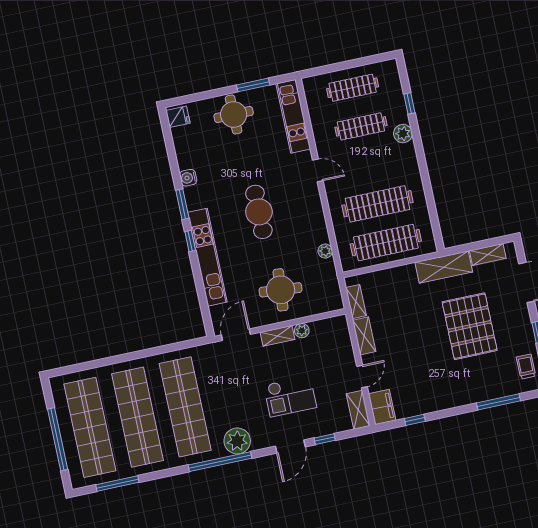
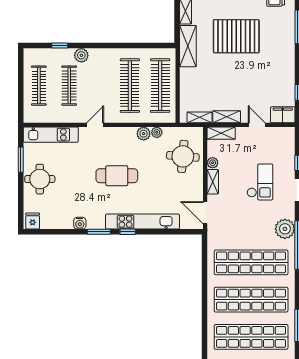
plant: (320, 234) -> (144, 134), added
round table: (281, 290) -> (183, 156), moved
shelving: (358, 410) -> (221, 133), moved

